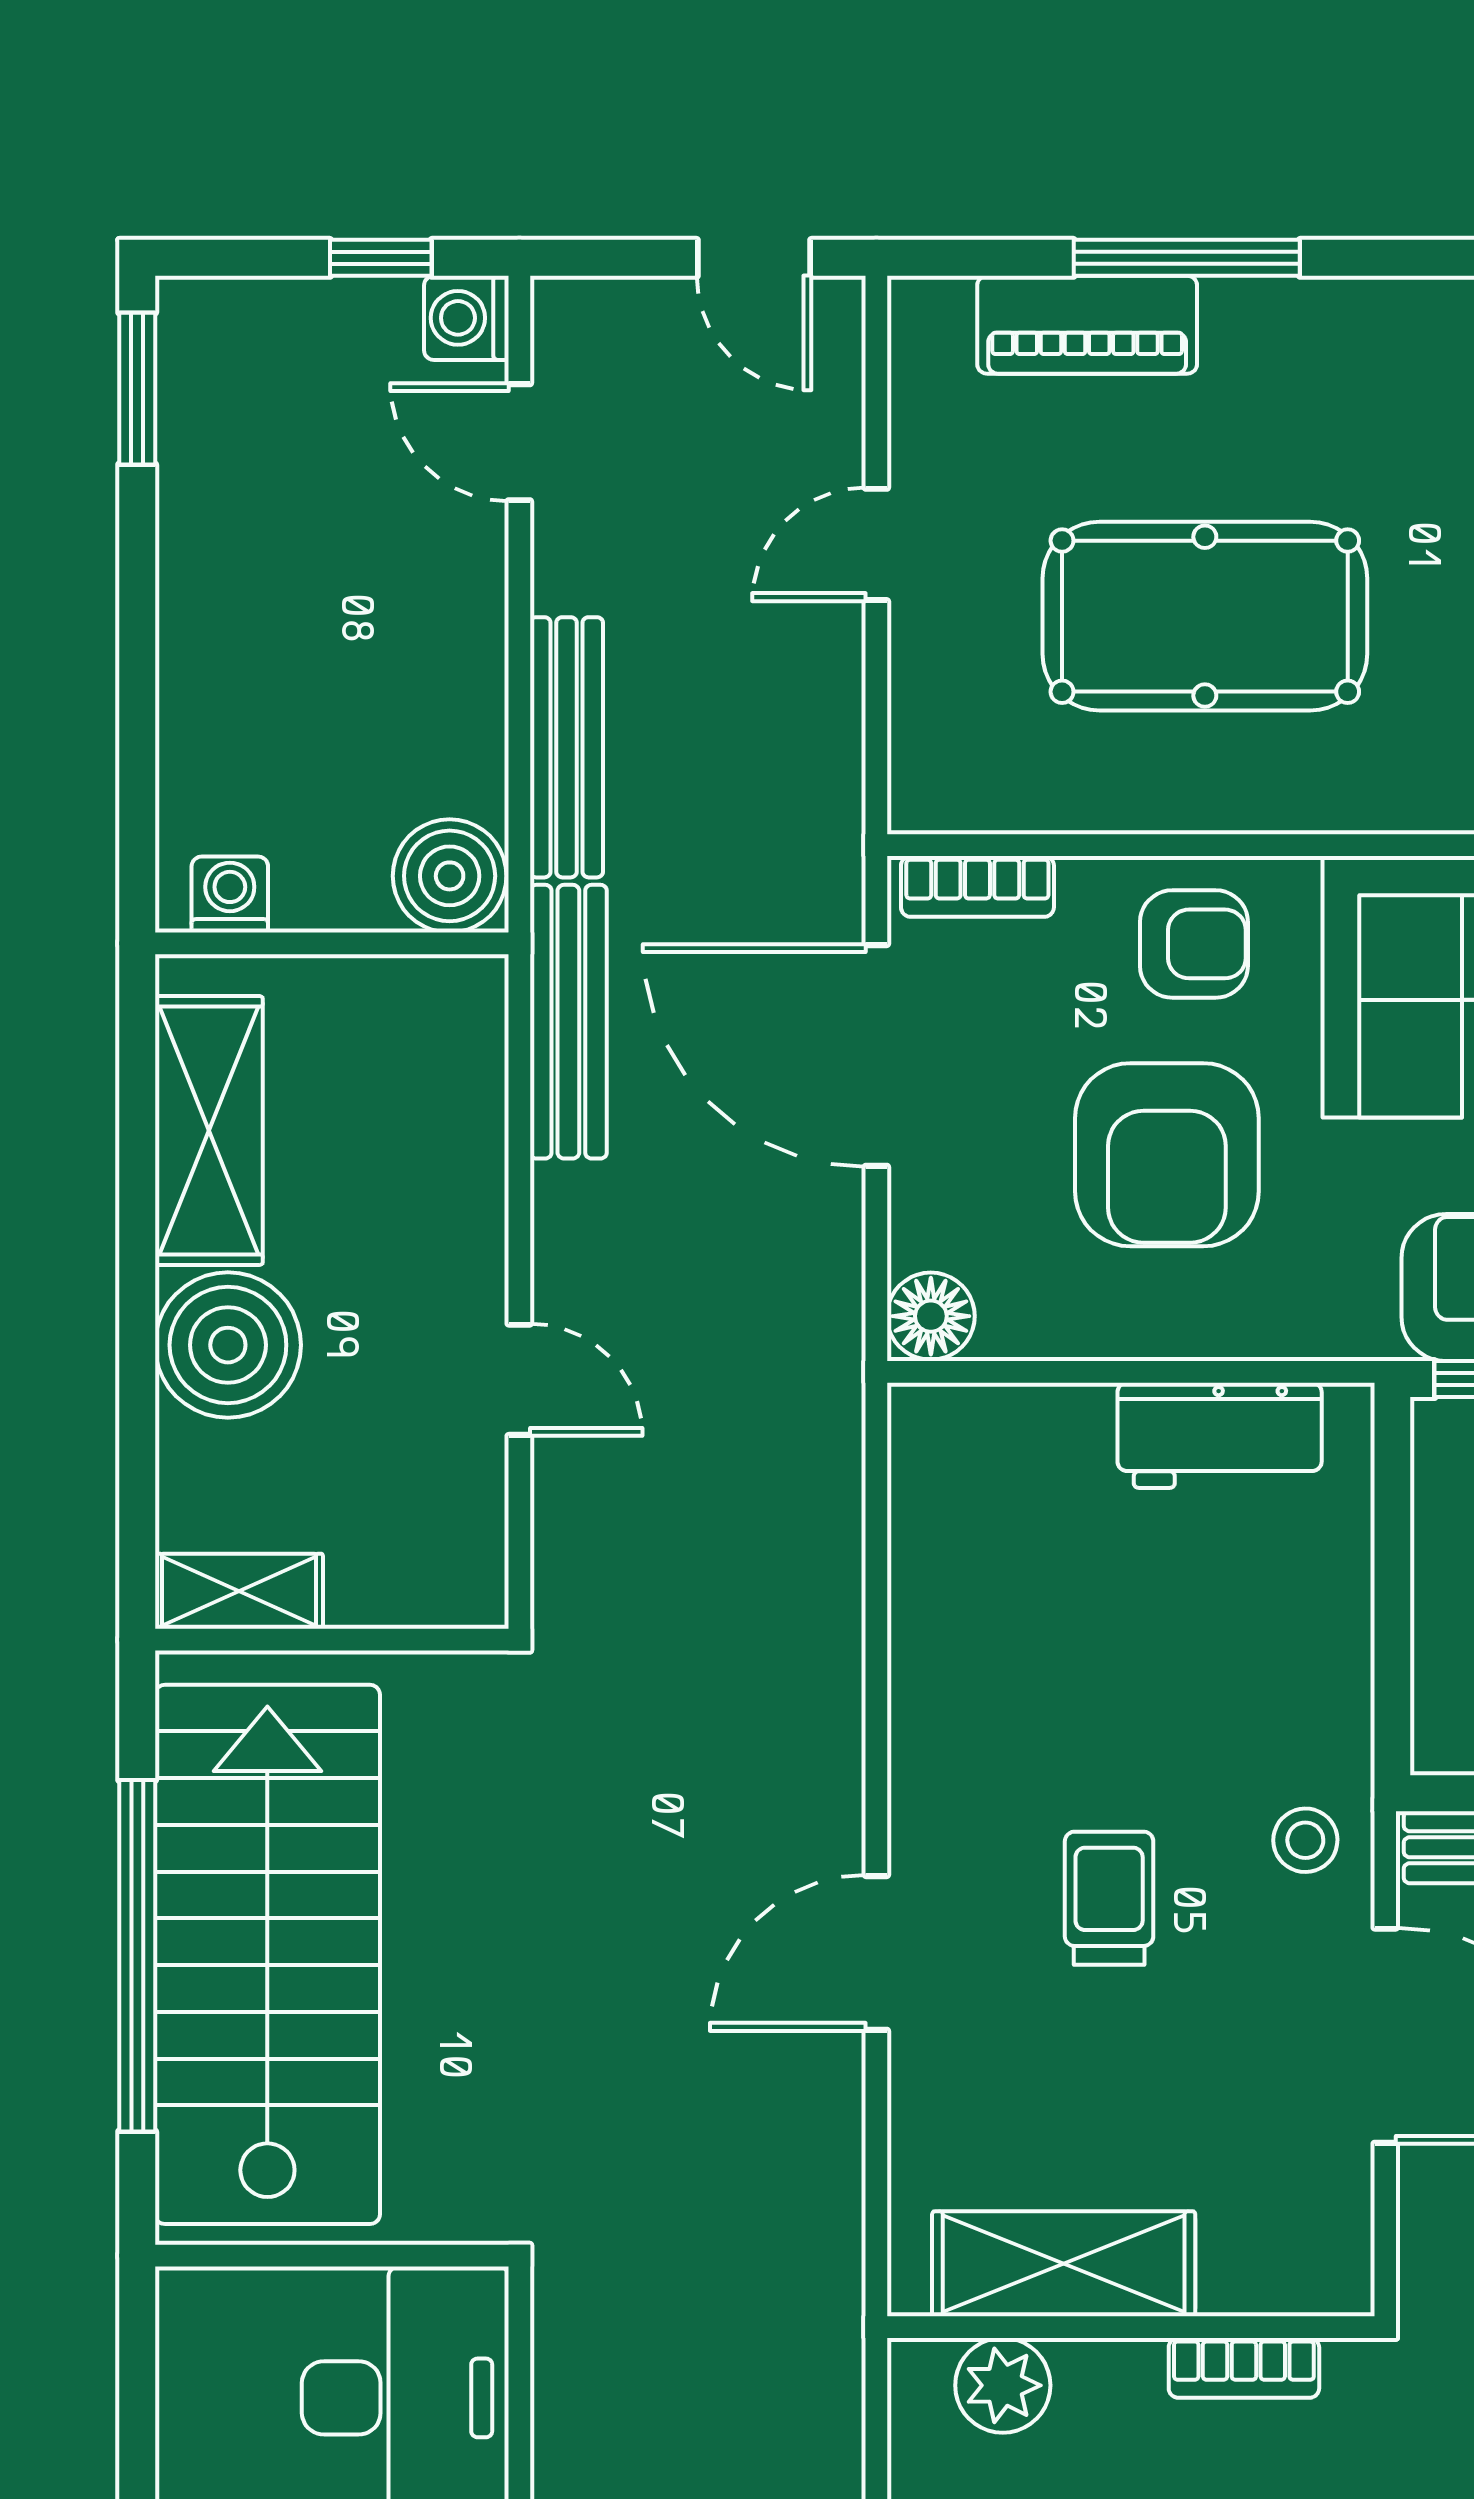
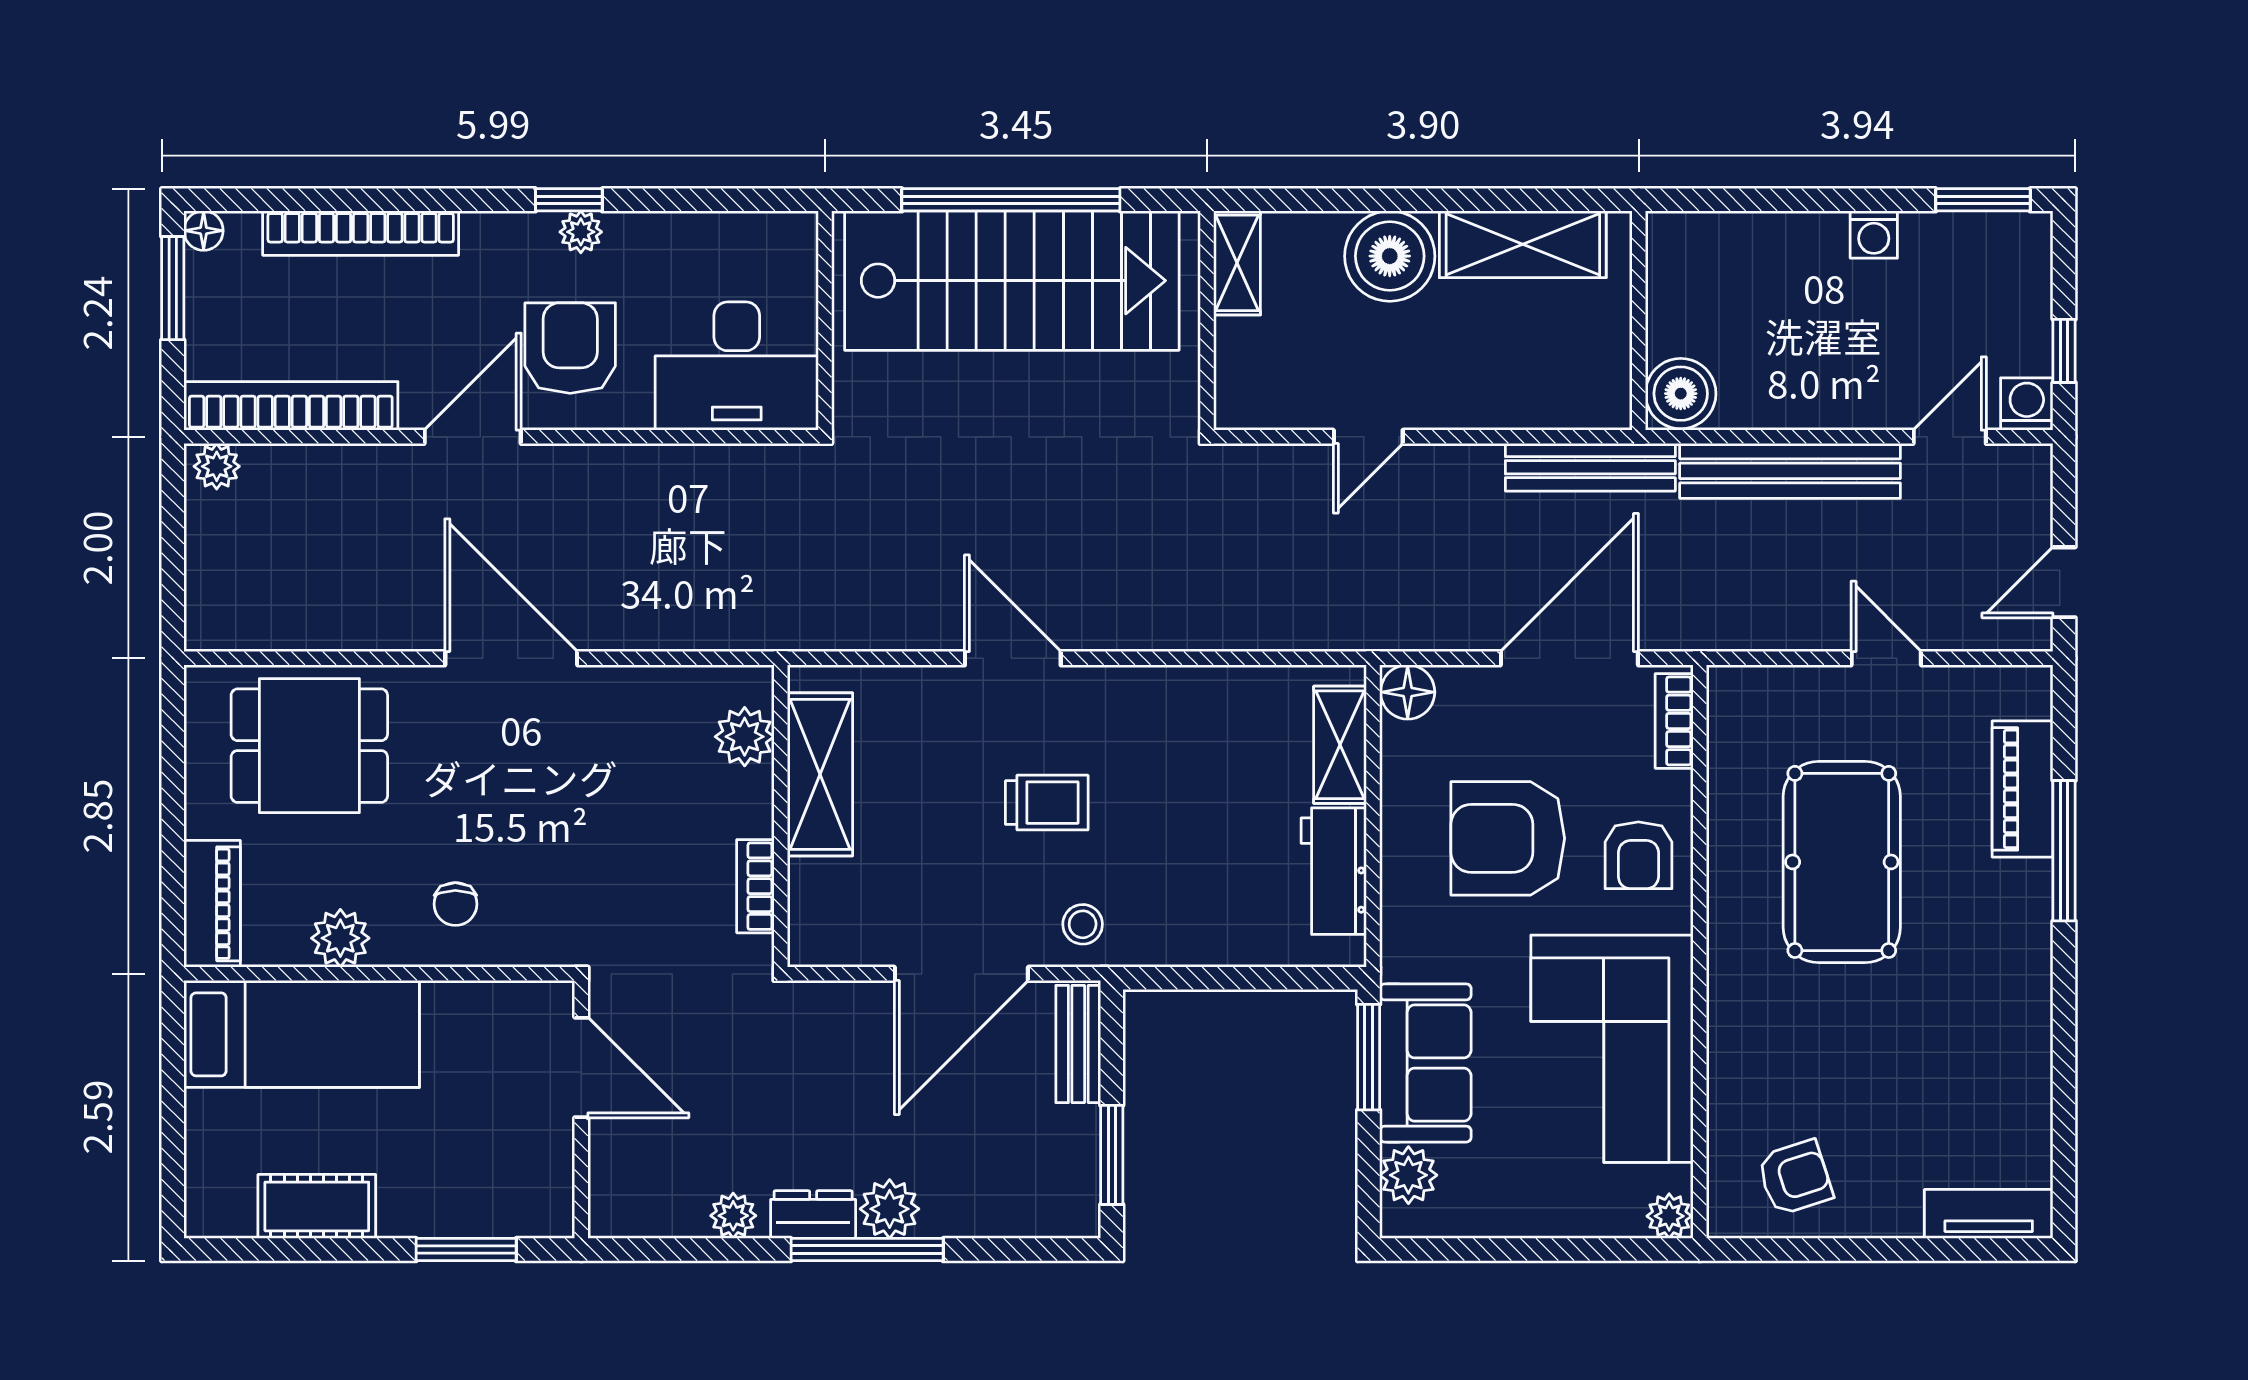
bench: (566, 747) -> (1790, 471), width x1.37, depth x1.21
washing machine: (230, 895) -> (1874, 235), moved, turned 90
shelving: (1016, 1425) -> (1340, 745), added

